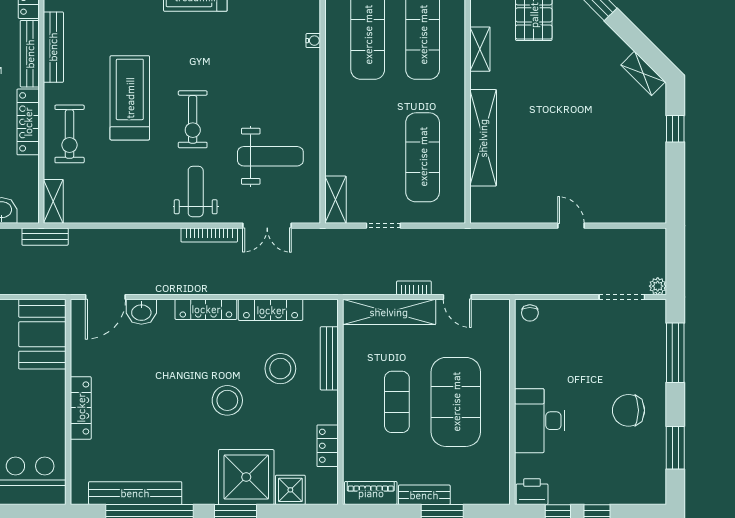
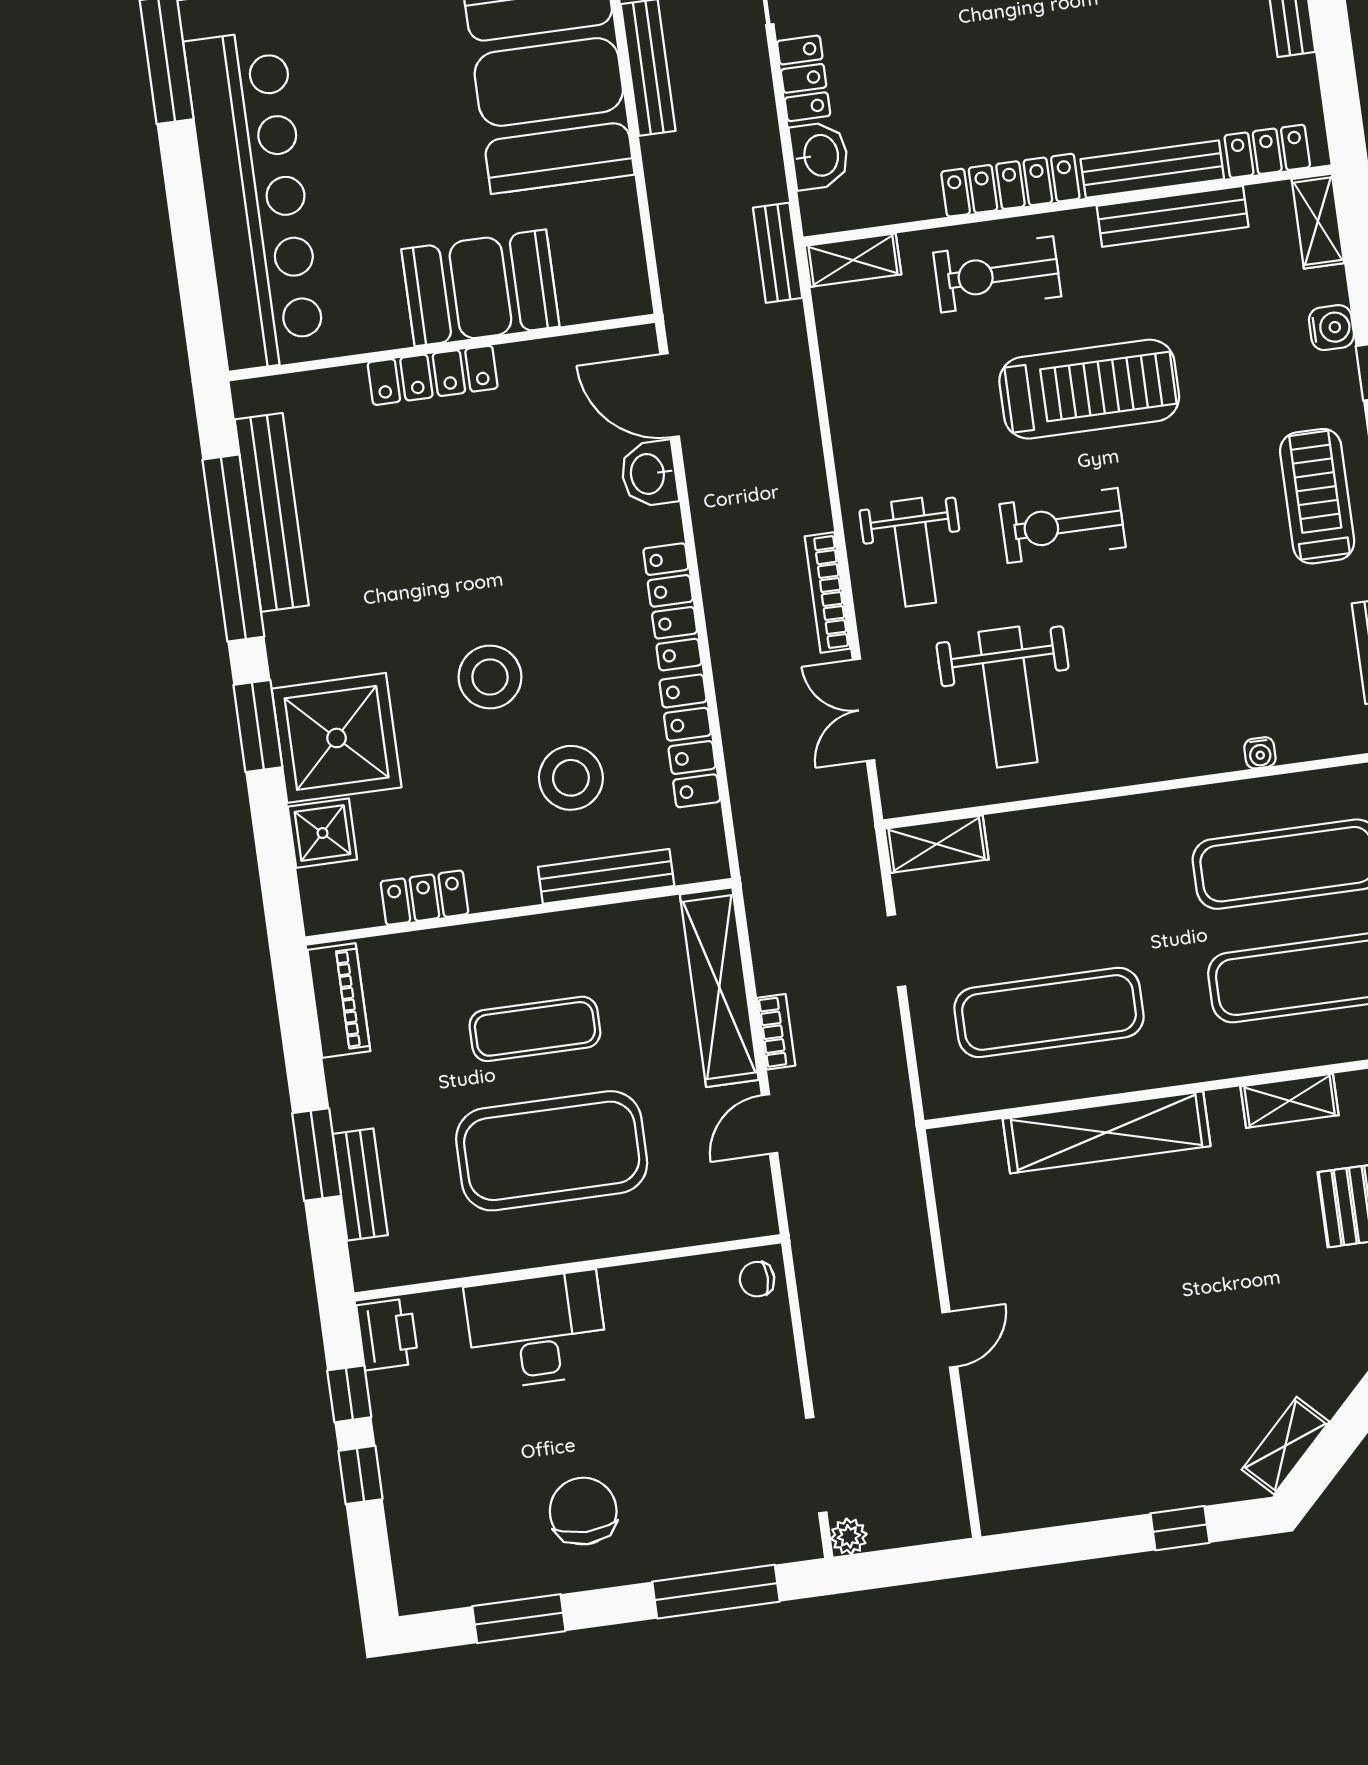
weight bench: (196, 192) -> (914, 552), turned 90
booth: (42, 334) -> (480, 288), moved
bench: (424, 495) -> (360, 1184), moved

